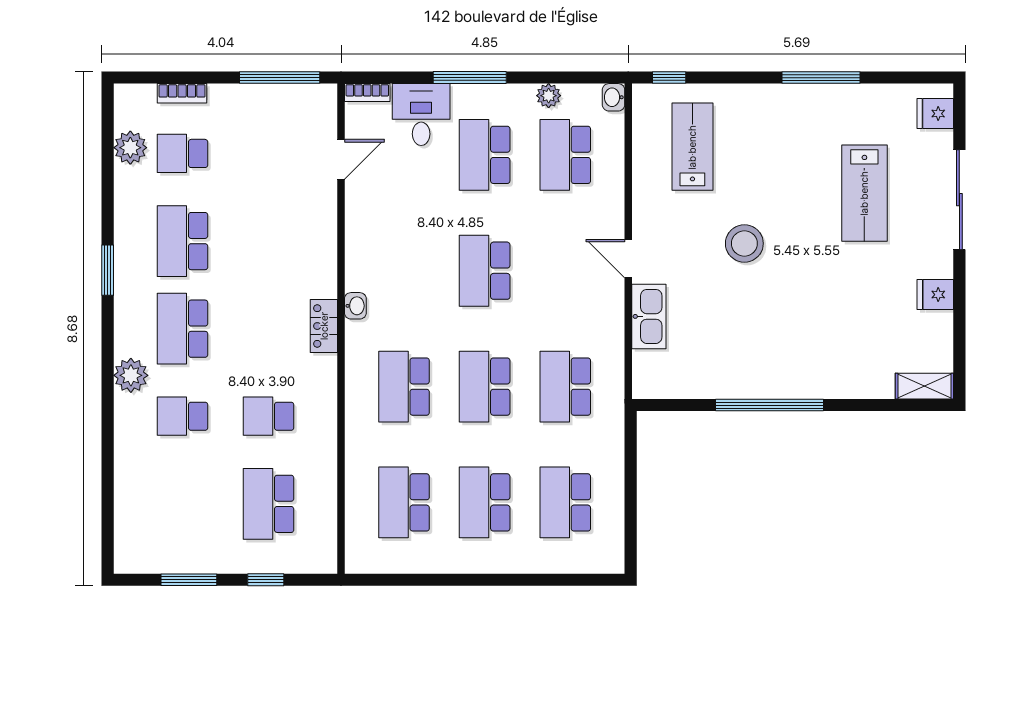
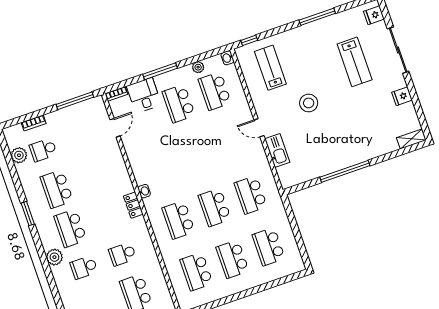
school desk: (485, 271) -> (197, 155), removed

